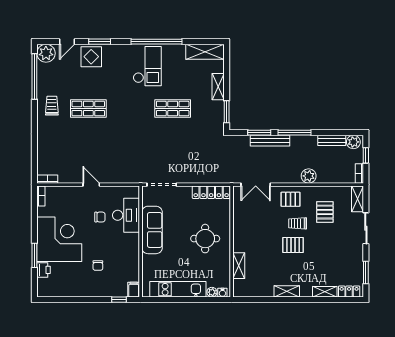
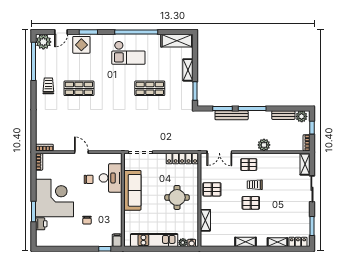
checkout: (147, 66) -> (128, 53), turned 90
pallet: (325, 212) -> (212, 189), moved, turned 90

